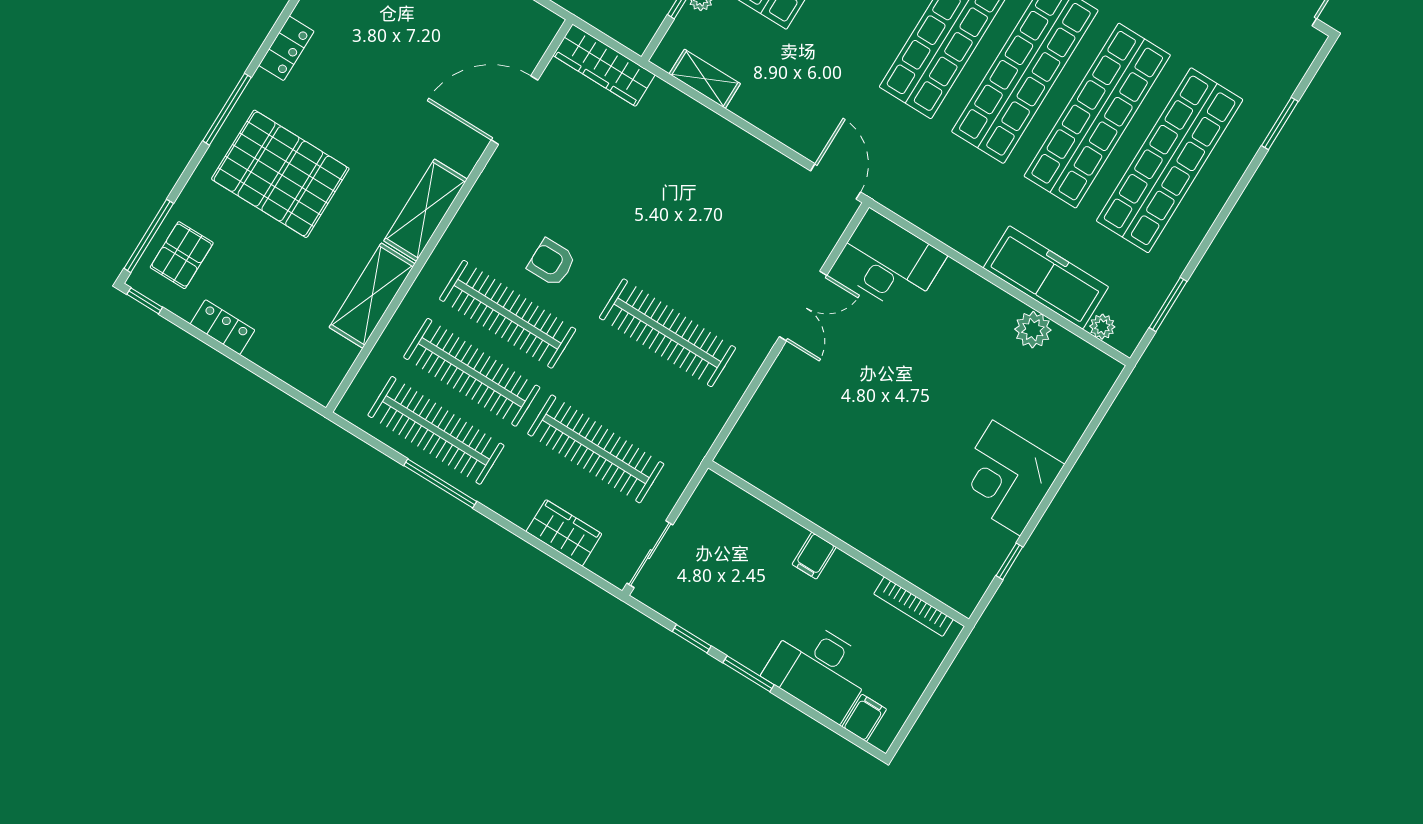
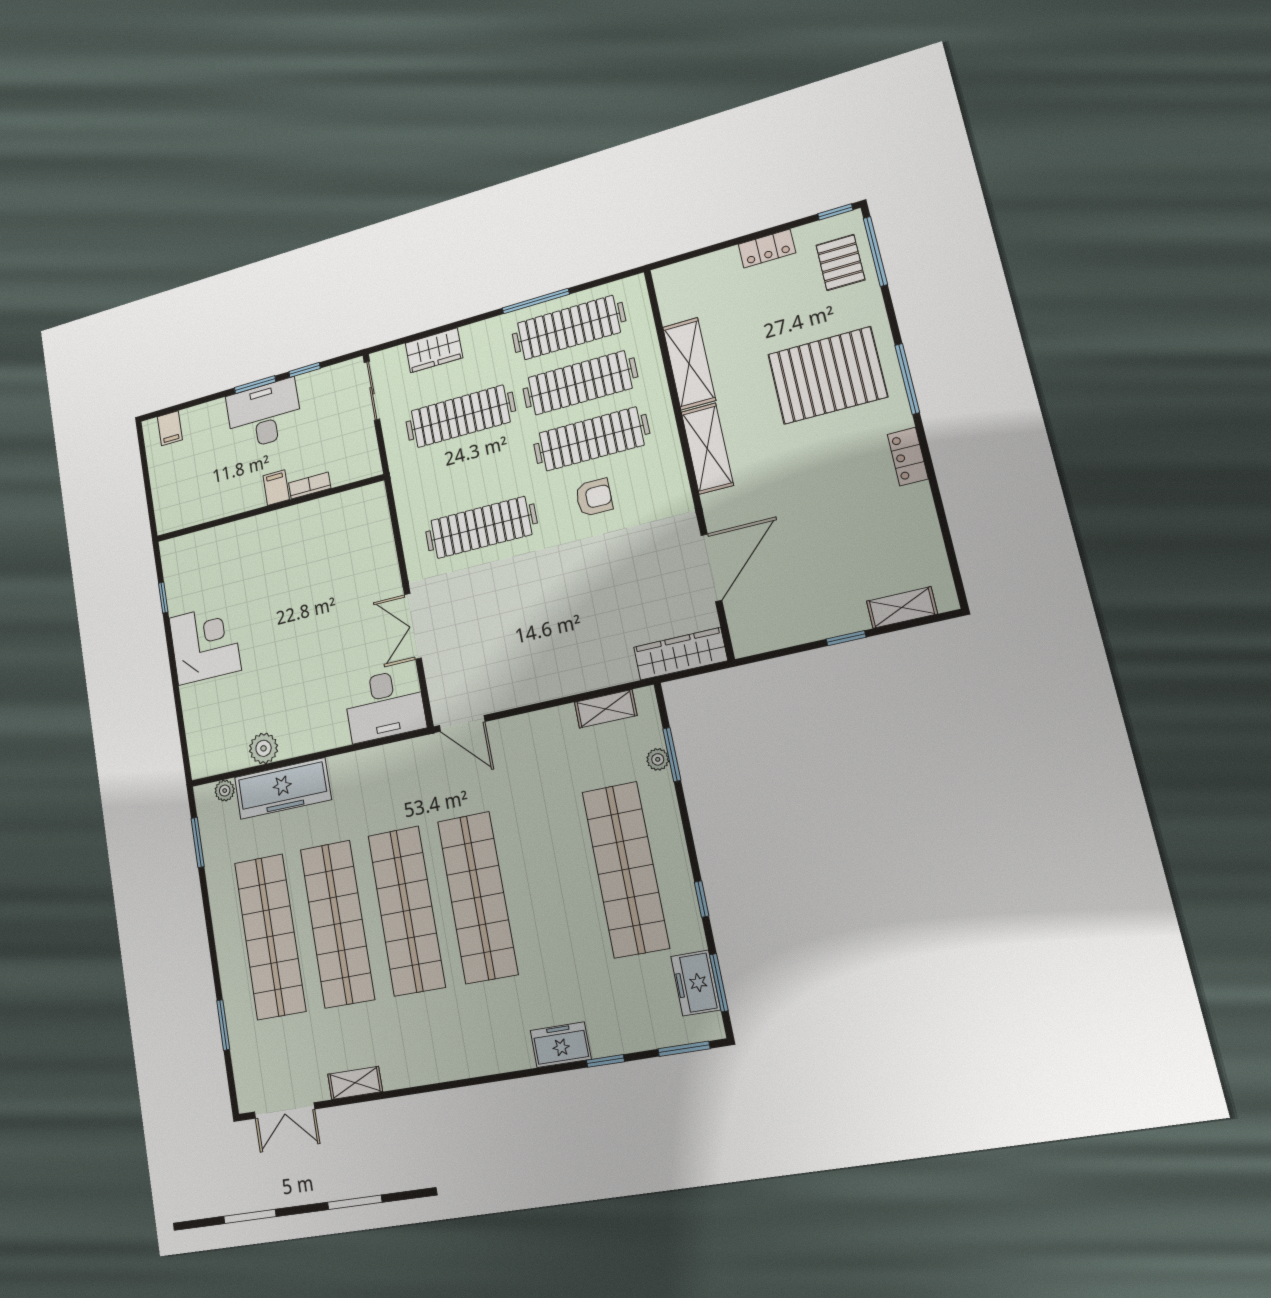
bookcase: (913, 607) -> (310, 486), moved, width x0.64
desk: (819, 670) -> (264, 414), moved

